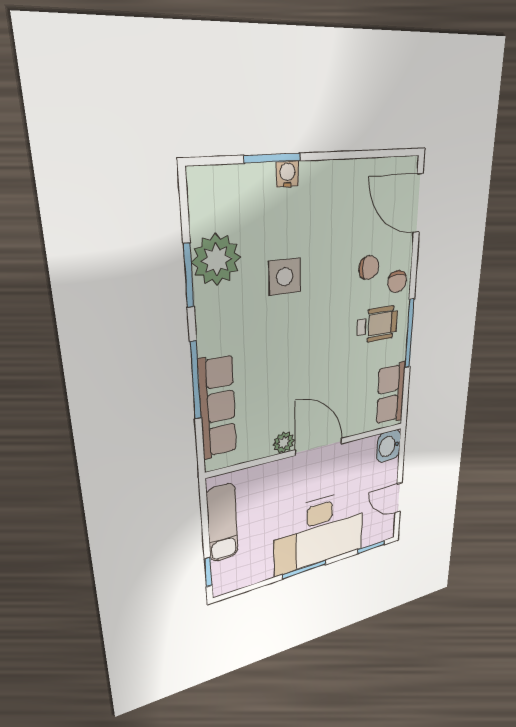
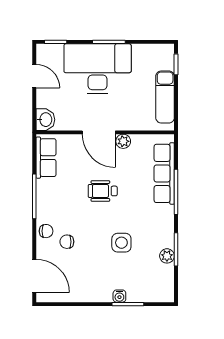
plant: (216, 260) -> (167, 256), width x0.53, depth x0.53
chair: (397, 282) -> (46, 231), turned 90
wheelchair: (377, 324) -> (103, 191), moved

